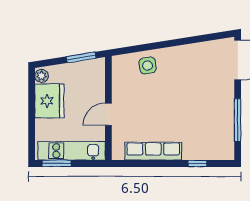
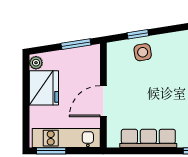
window: (143, 48) -> (138, 34), added
door: (108, 114) -> (103, 101), width x1.38

